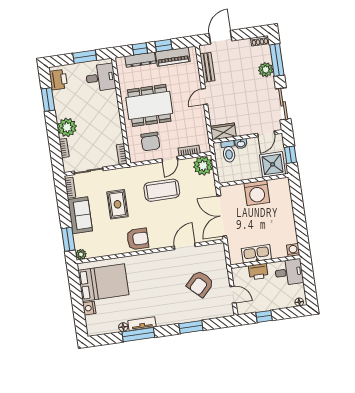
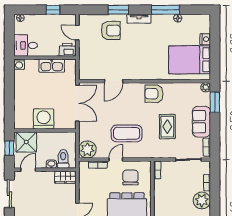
printer: (258, 272) -> (67, 50), moved
armchair: (200, 284) -> (111, 30), moved, turned 46
tv unit: (142, 324) -> (139, 19), moved

